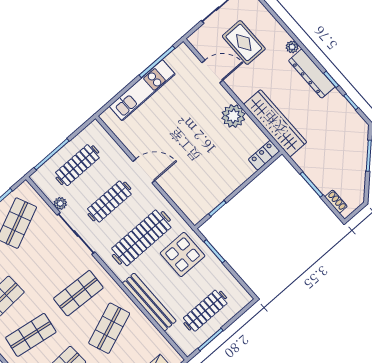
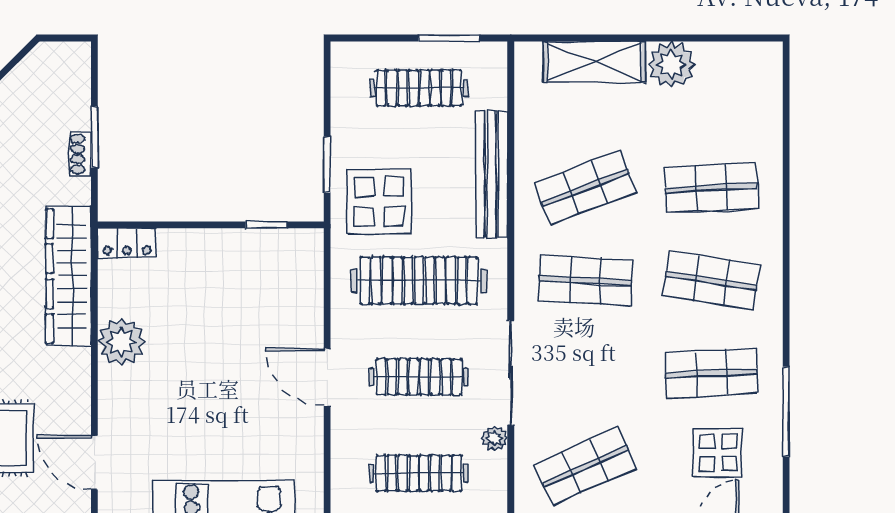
door: (212, 72) -> (94, 463), moved
shoe rack: (336, 202) -> (80, 154), moved

